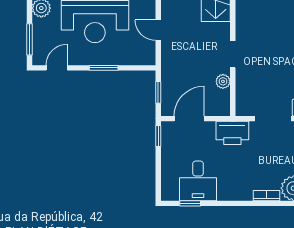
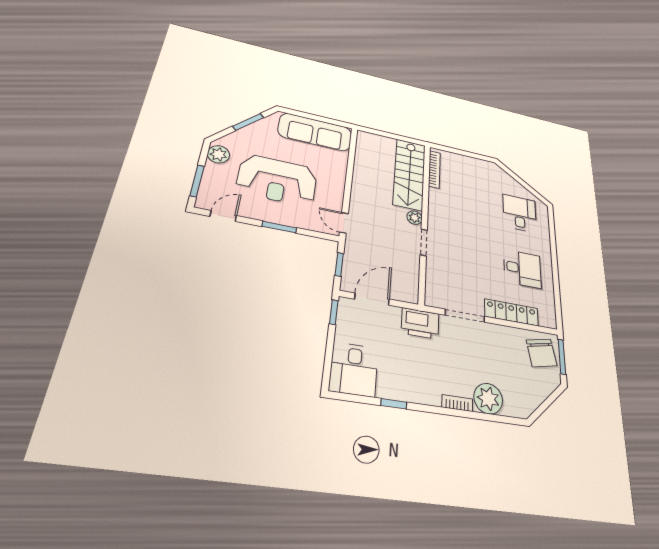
door: (158, 30) -> (344, 223), moved
plant: (223, 81) -> (415, 218), moved
desk: (198, 181) -> (354, 369), moved
window: (190, 203) -> (394, 404), moved

